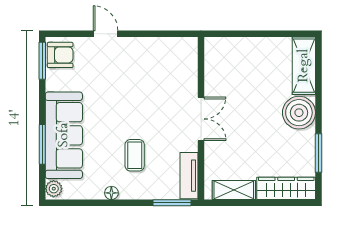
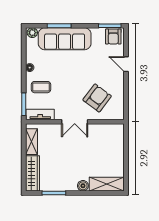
door: (106, 34) -> (126, 64), swing flipped
armchair: (162, 82) -> (97, 98), added
boiler: (299, 113) -> (83, 186), width x0.54, depth x0.54
coffee table: (135, 155) -> (41, 87), moved

